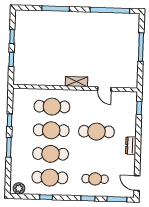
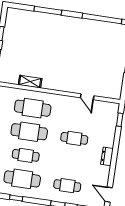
shelving: (77, 82) -> (30, 82), moved
cafe table: (96, 132) -> (74, 138), width x0.73, depth x0.74
cafe table: (51, 154) -> (26, 155), width x0.73, depth x0.74

